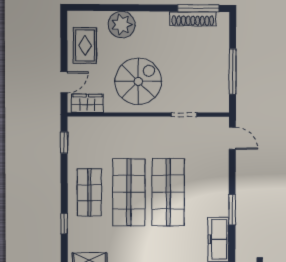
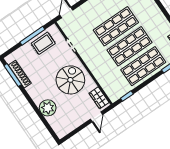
rug: (85, 46) -> (43, 43), moved
spiral stairs: (138, 81) -> (70, 80), turned 90
door: (64, 82) -> (96, 117), swing flipped
shop shelf: (89, 192) -> (143, 66), width x1.43, depth x1.36

